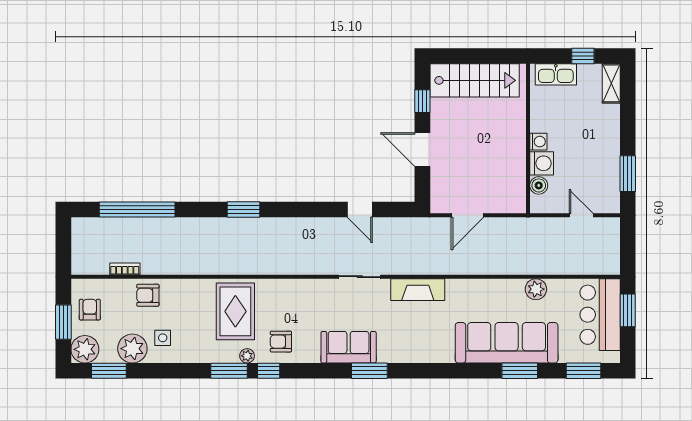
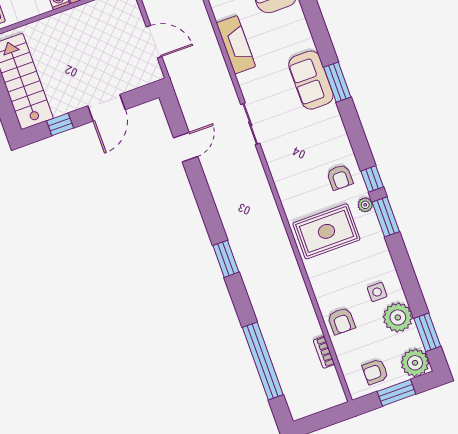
fireplace: (418, 290) -> (236, 45), moved
sofa: (349, 347) -> (311, 80), moved

